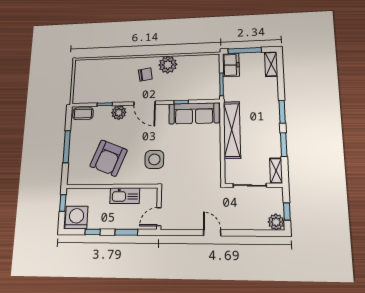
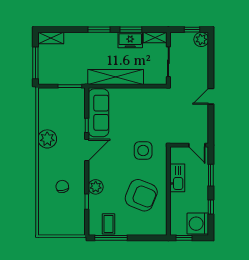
freezer: (231, 65) -> (130, 40), moved, turned 180
chair: (145, 74) -> (62, 186), moved
door: (145, 103) -> (87, 150), moved
coffee table: (83, 114) -> (109, 224), moved
window: (67, 147) -> (111, 238), moved

